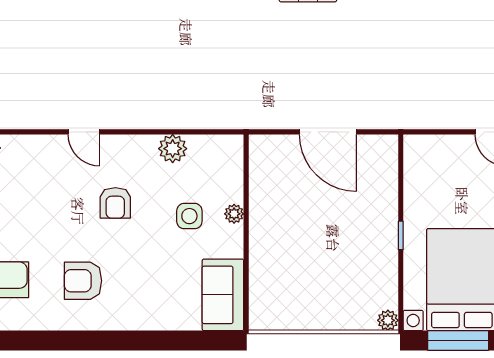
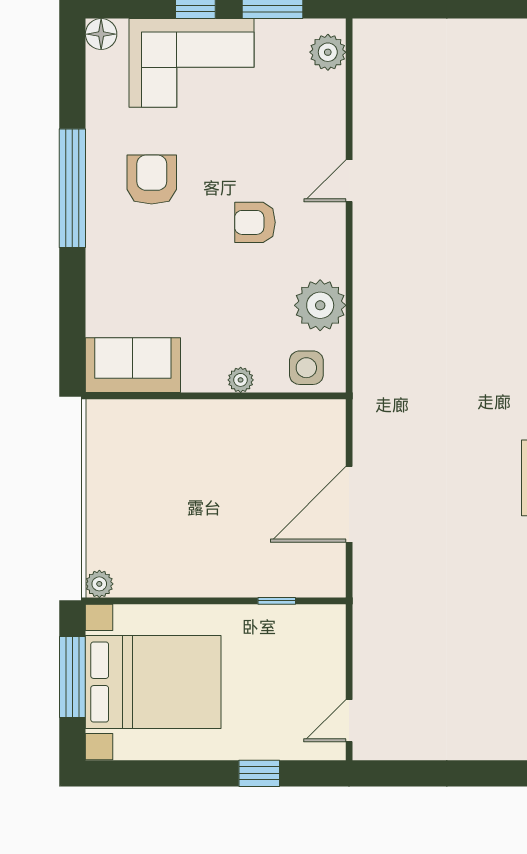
plant: (173, 149) -> (320, 305), width x1.36, depth x1.36
side table: (189, 216) -> (306, 368), moved
window: (401, 235) -> (277, 601), moved
window: (89, 341) -> (72, 188), added

